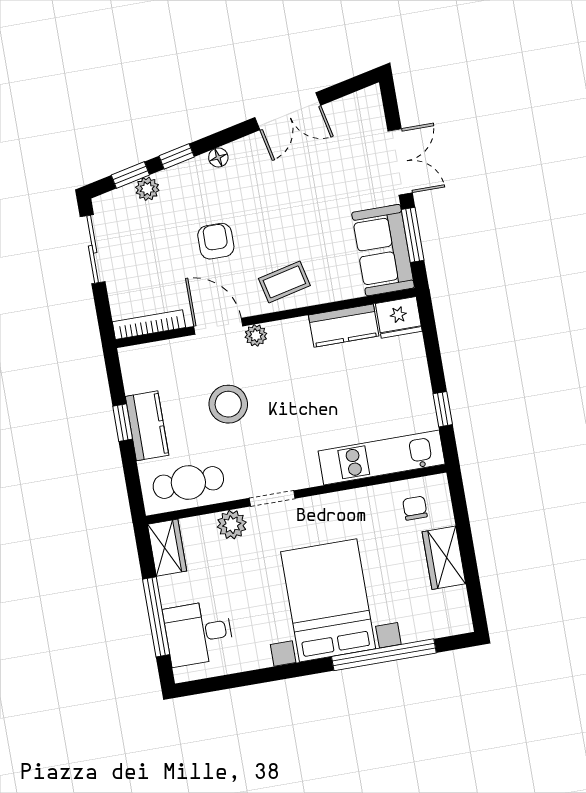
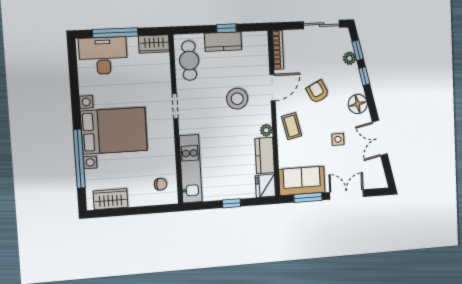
floor lamp: (218, 157) -> (358, 104), width x1.89, depth x1.89
double door: (400, 162) -> (346, 195), swing flipped
side table: (299, 192) -> (338, 139), added
armchair: (216, 241) -> (318, 92), turned -117
plant: (256, 335) -> (266, 130), moved
stool: (228, 404) -> (237, 99), moved
window: (443, 409) -> (231, 203), moved
plant: (232, 525) -> (163, 82), removed
wardrobe: (444, 558) -> (111, 199), moved
desk: (199, 633) -> (103, 56), width x1.37

